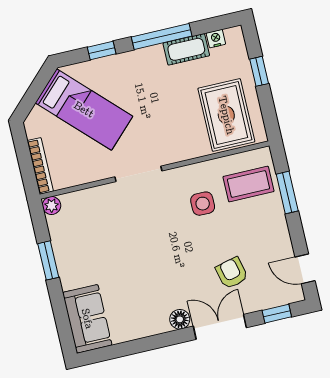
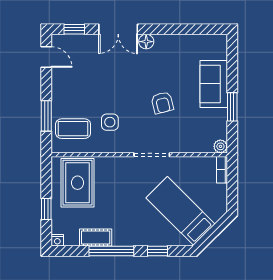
nightstand: (216, 39) -> (57, 240), moved
bookcase: (40, 166) -> (222, 170), width x0.64
armchair: (232, 273) -> (162, 103), moved
sofa: (87, 319) -> (214, 84), moved

